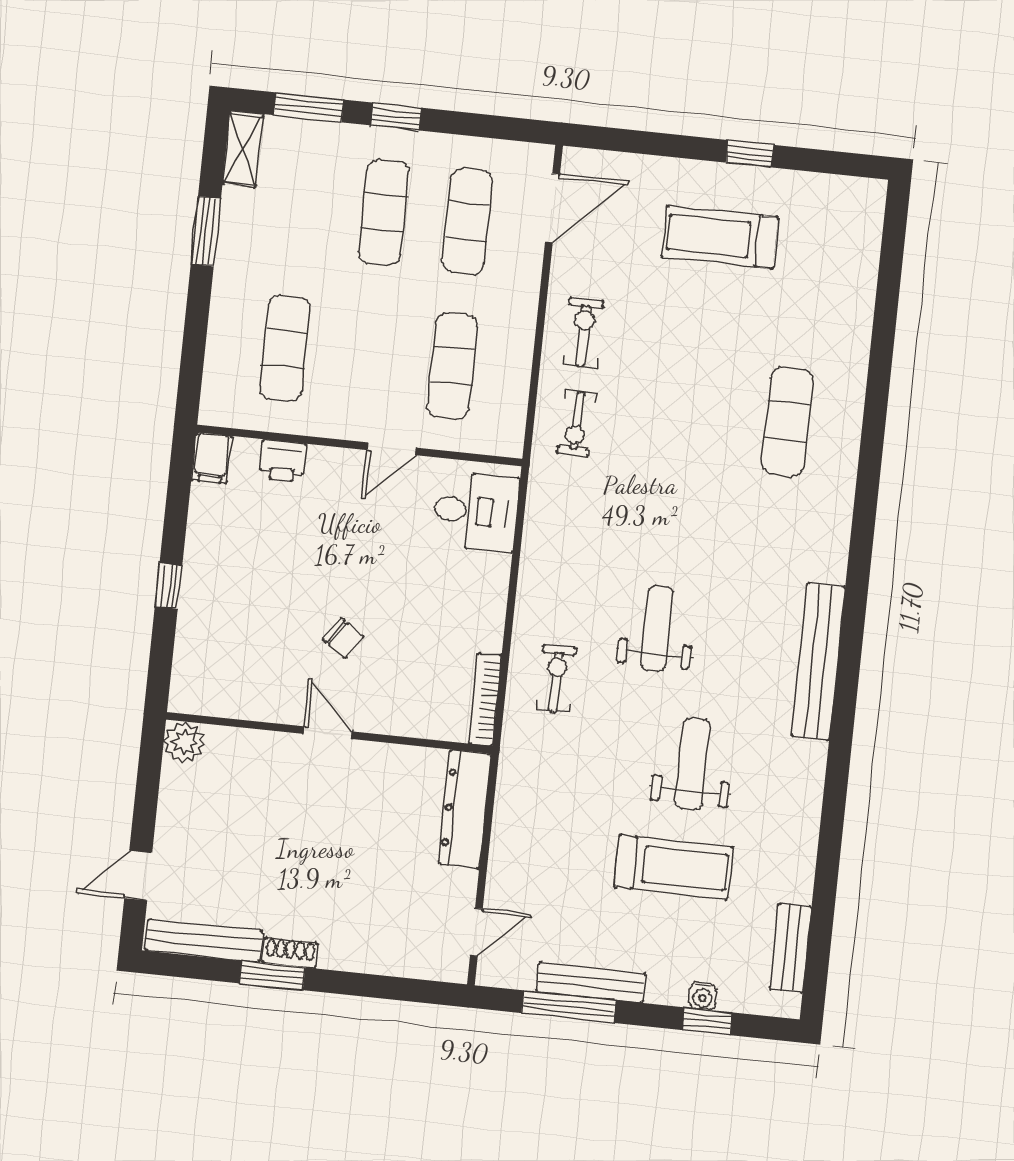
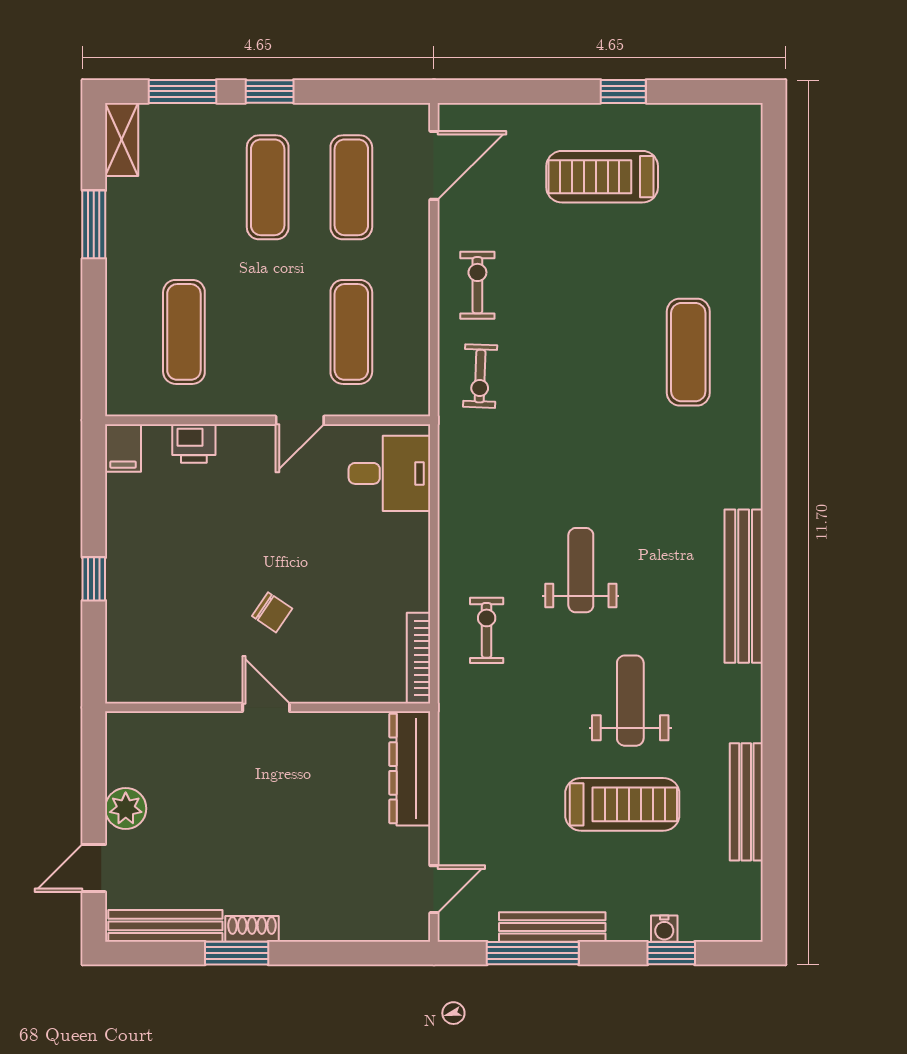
plant: (184, 742) -> (126, 809), moved
bench: (791, 948) -> (746, 802), moved, width x1.36

